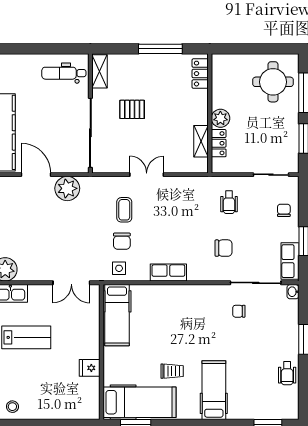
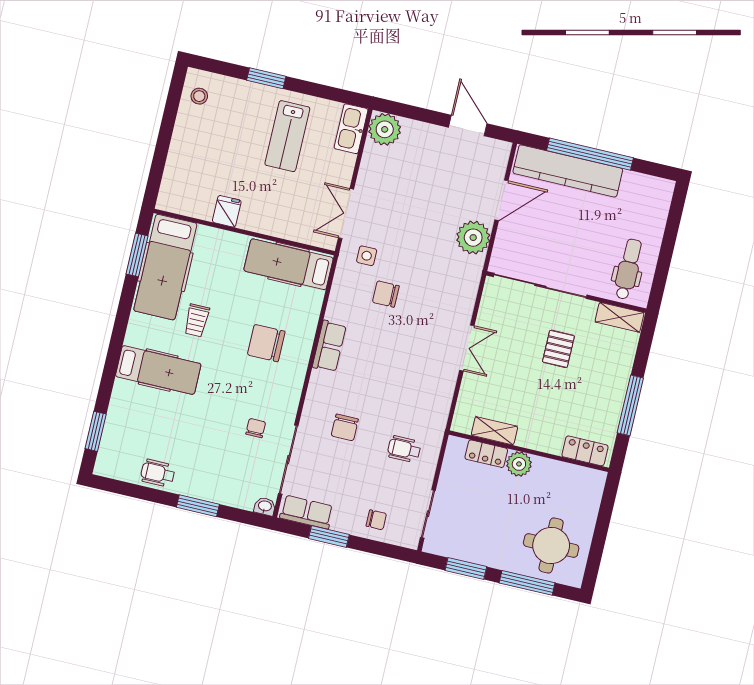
coffee table: (124, 210) -> (427, 307), removed
side table: (119, 268) -> (367, 256), moved
chair: (177, 318) -> (266, 343), added

